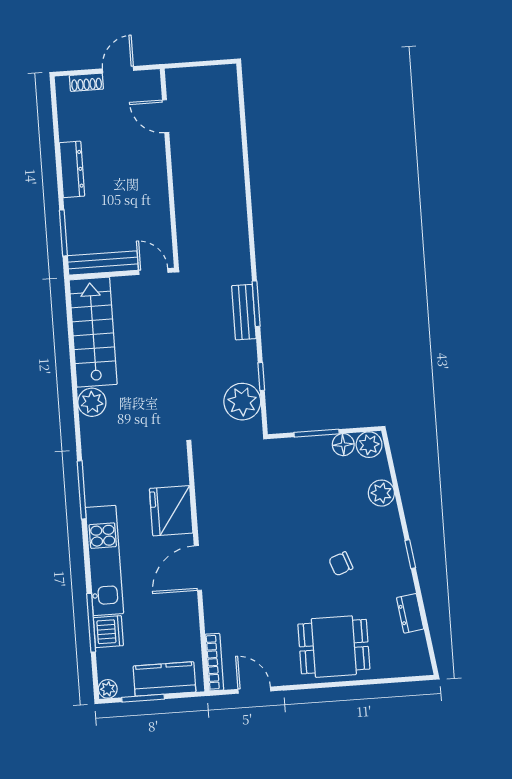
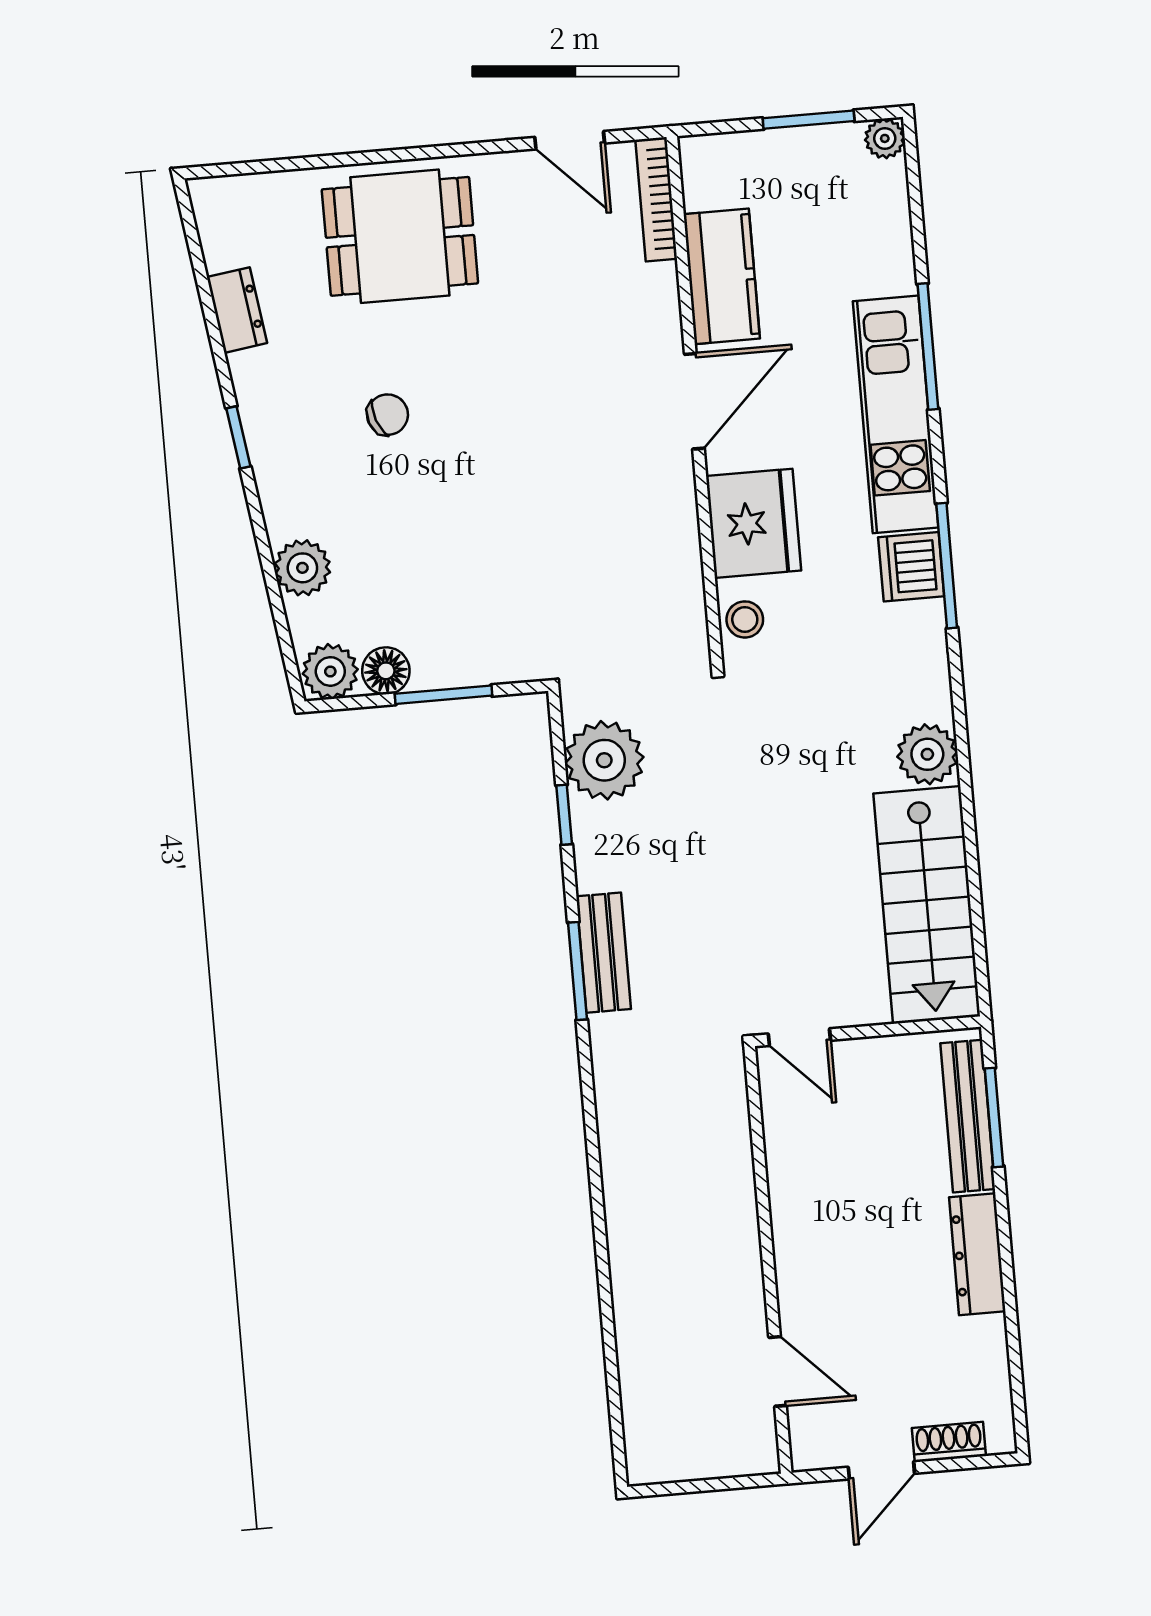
bench: (103, 263) -> (968, 1116), moved, turned 90
stool: (176, 466) -> (745, 619), added
window: (91, 623) -> (928, 346), moved
dishwasher: (108, 632) -> (911, 567), moved
kitchen counter: (165, 679) -> (722, 276), moved, turned -90

